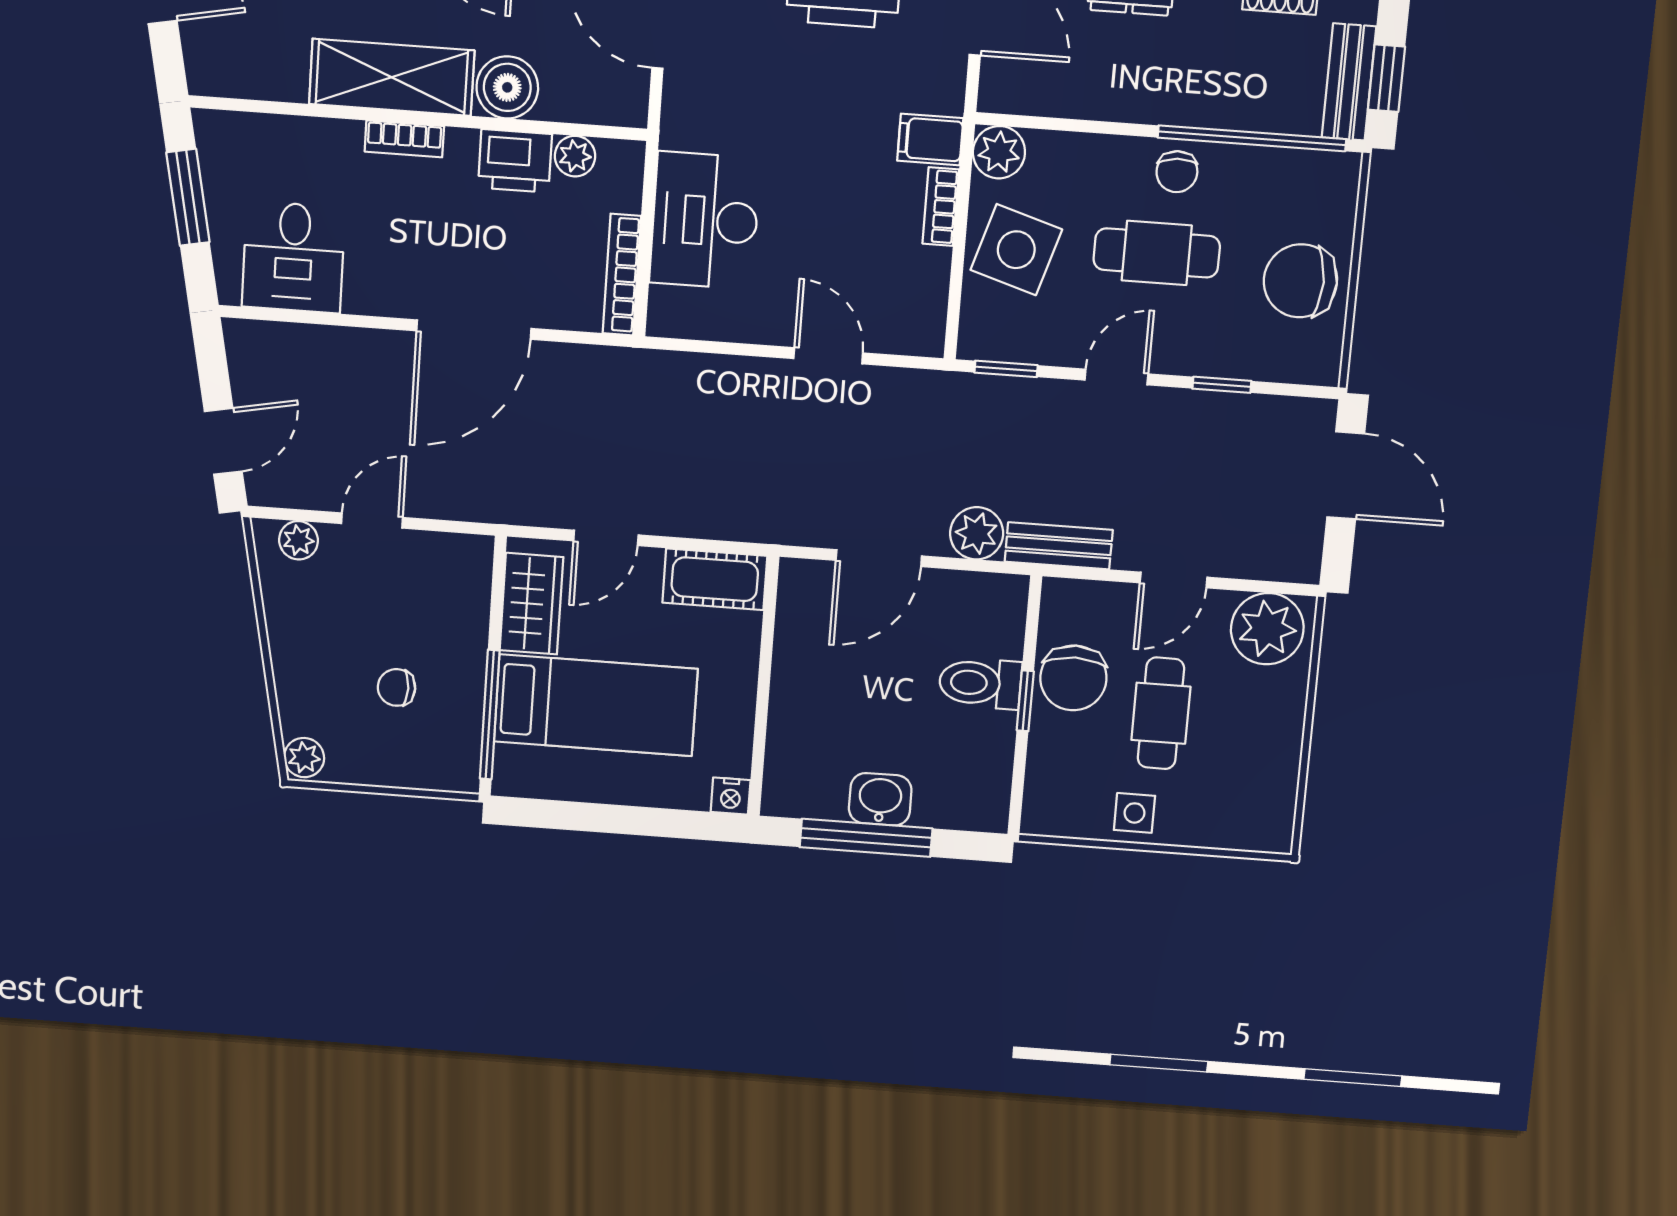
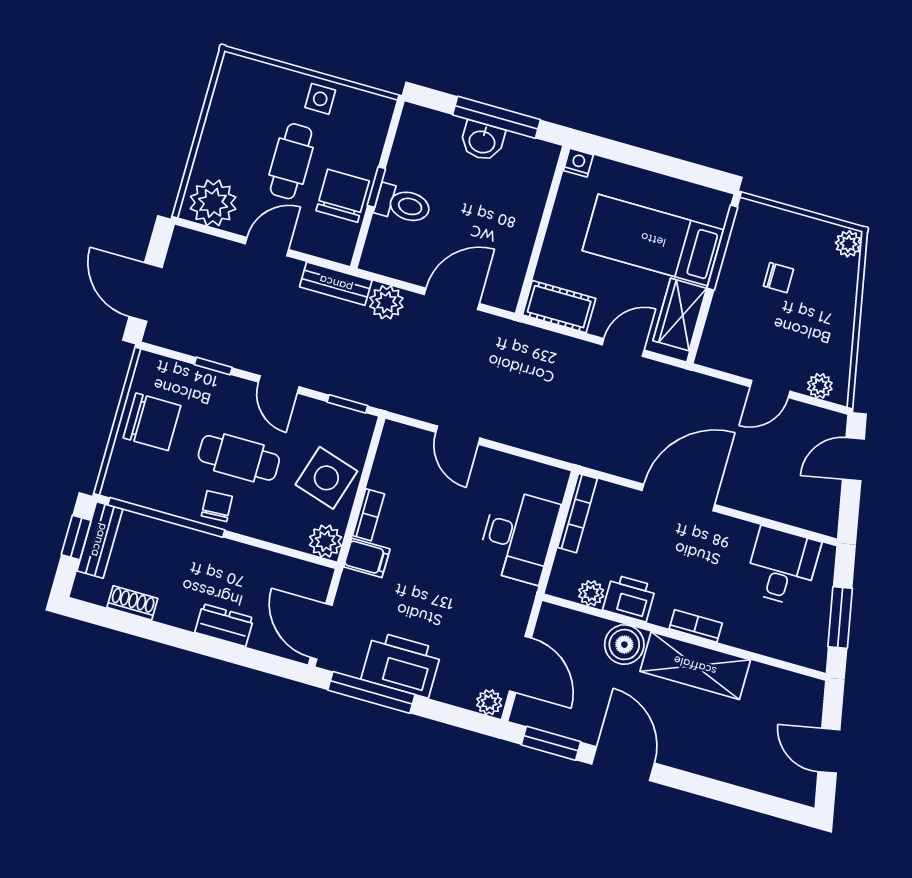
door: (1116, 377) -> (279, 384), hinge flipped

